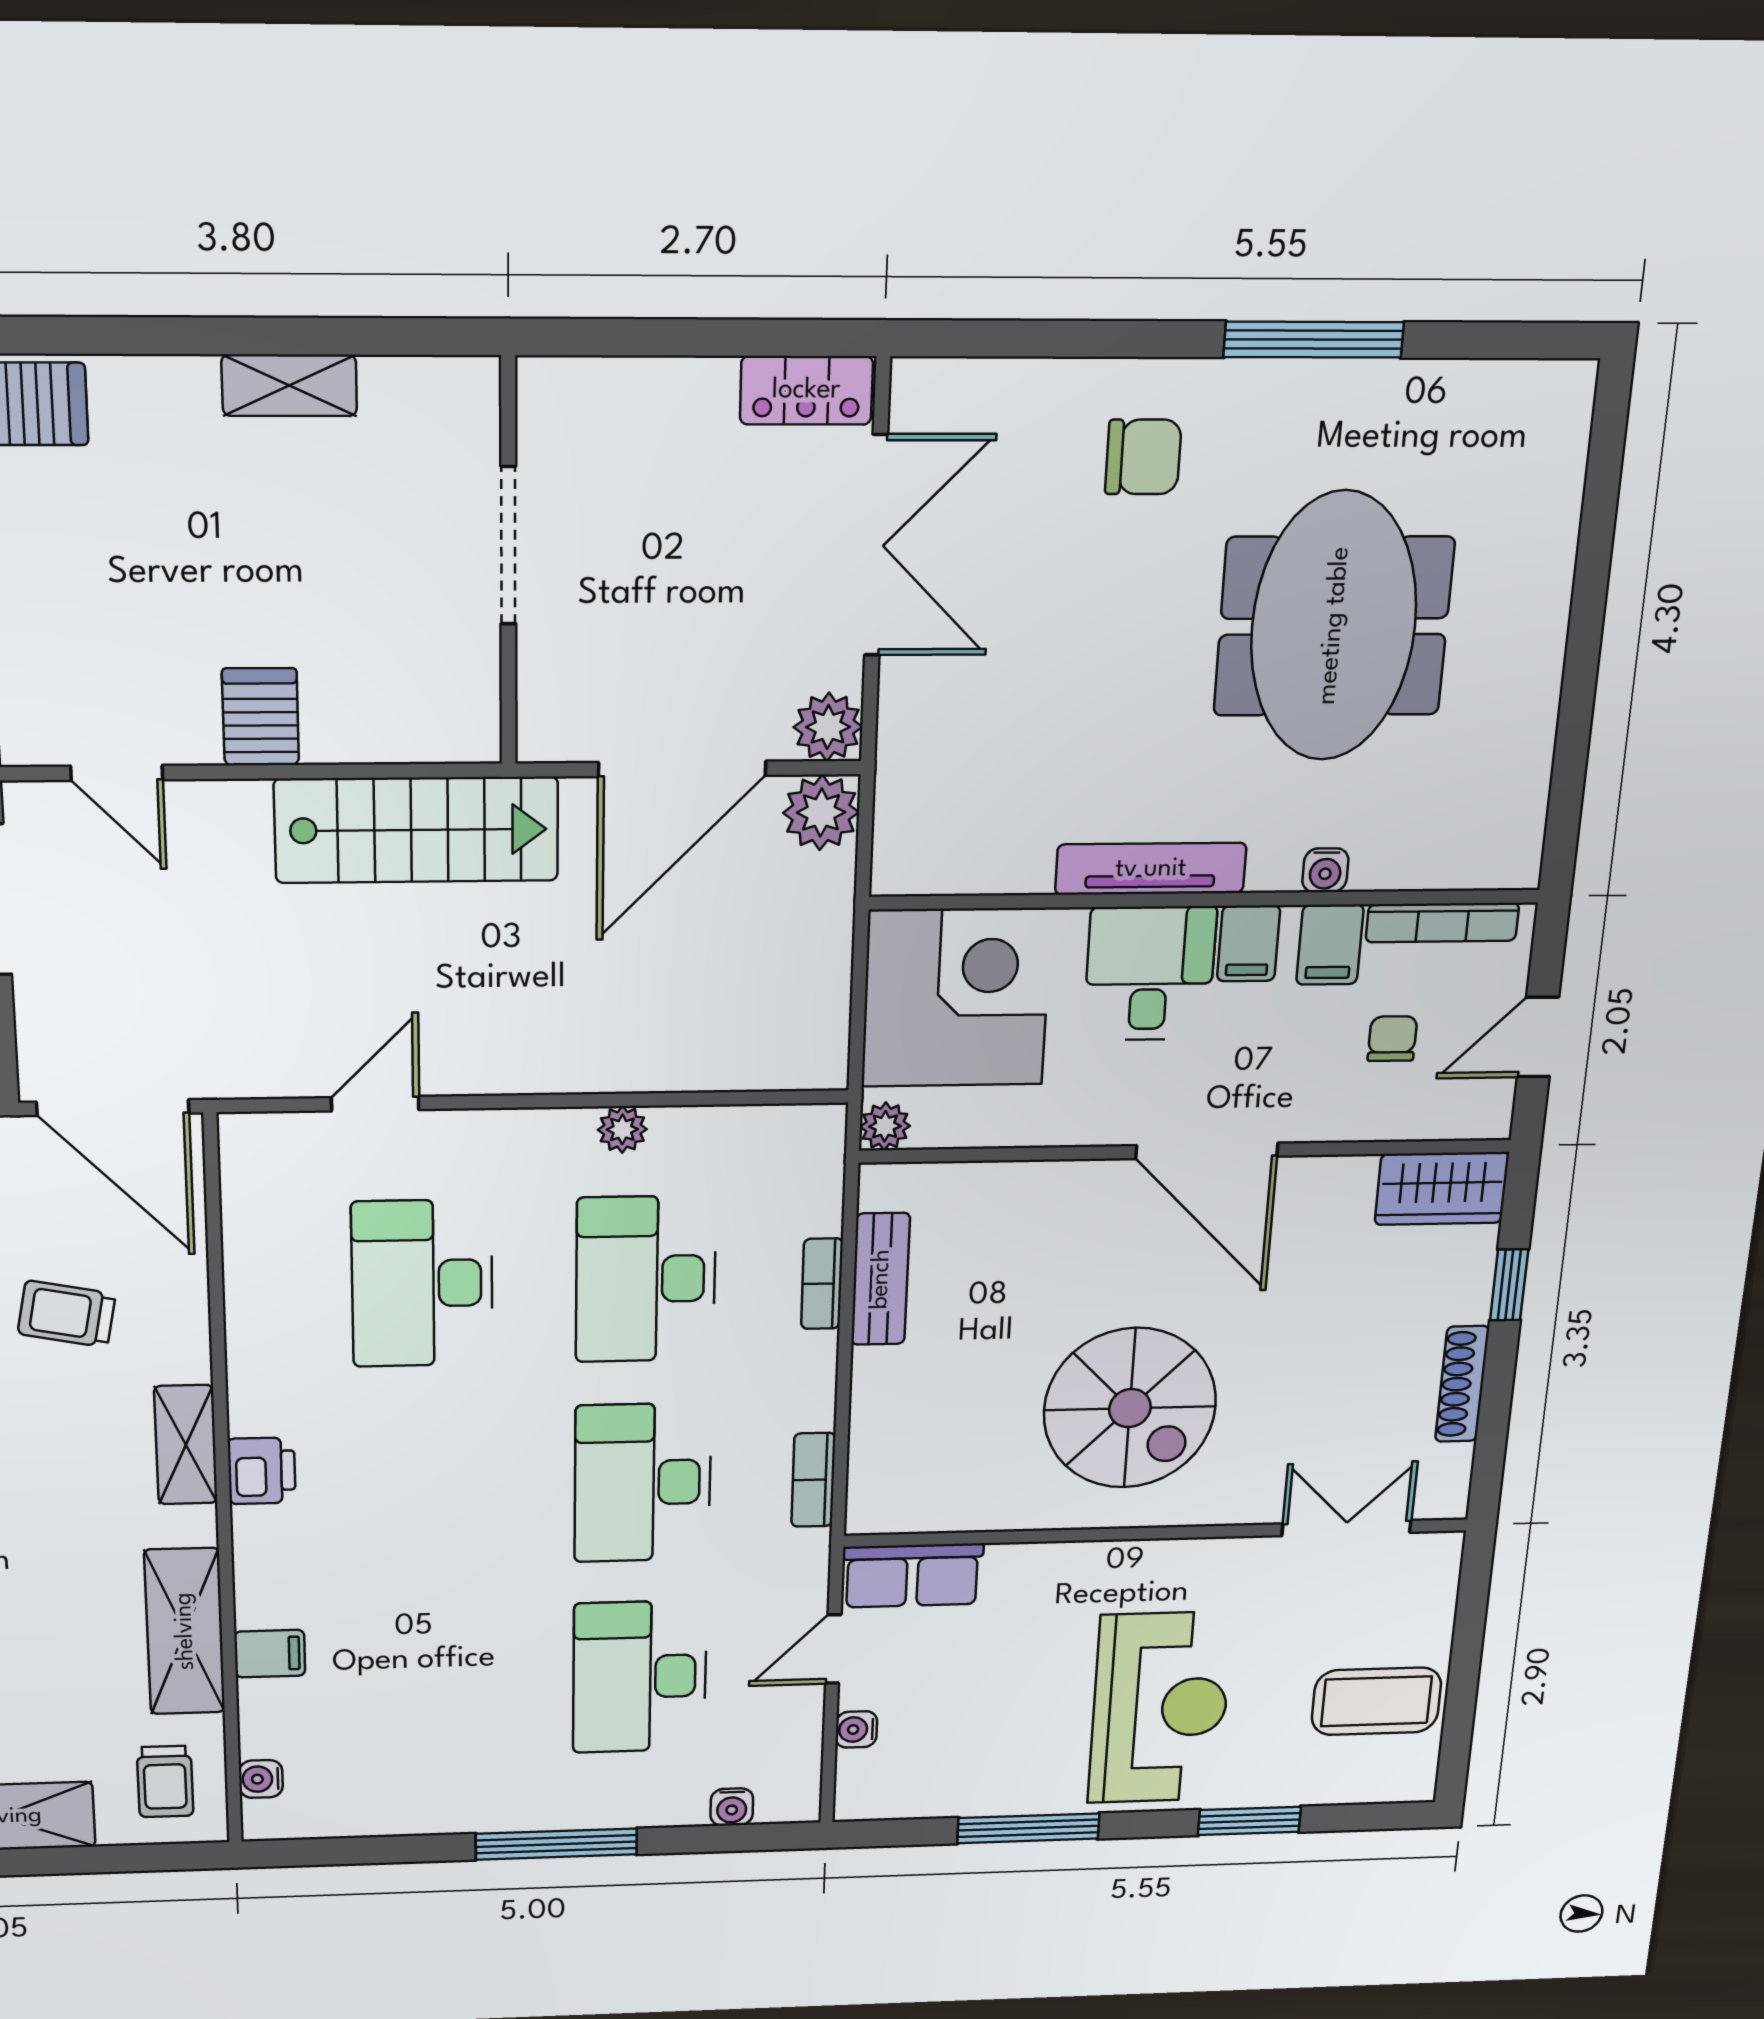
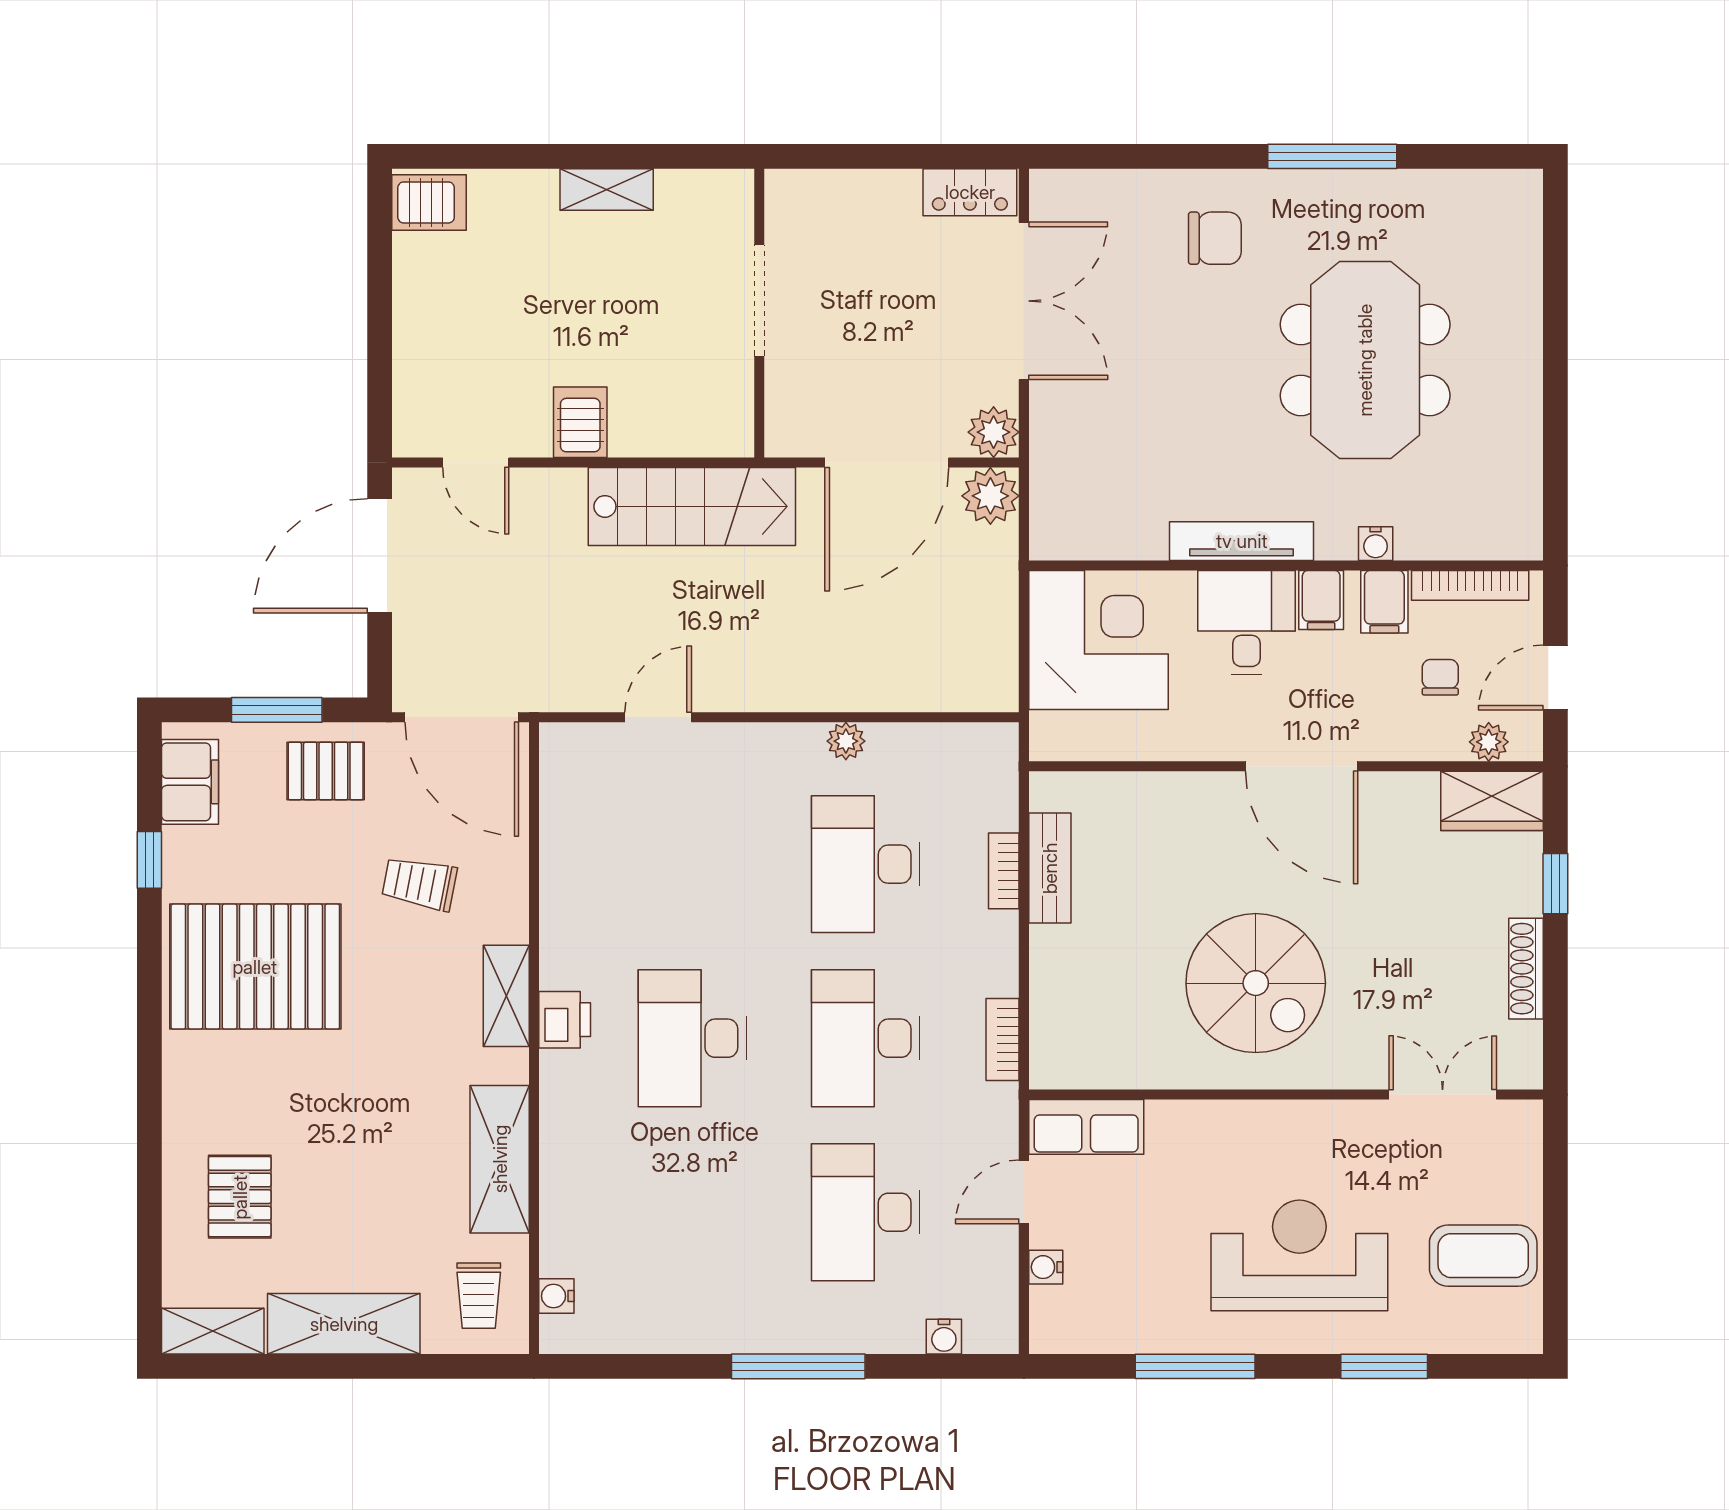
plant: (885, 1126) -> (1489, 742), moved
desk: (422, 1283) -> (692, 1038), moved
filing cabinet: (270, 1654) -> (567, 1181), removed
reception desk: (1160, 1708) -> (1299, 1255), turned -90

